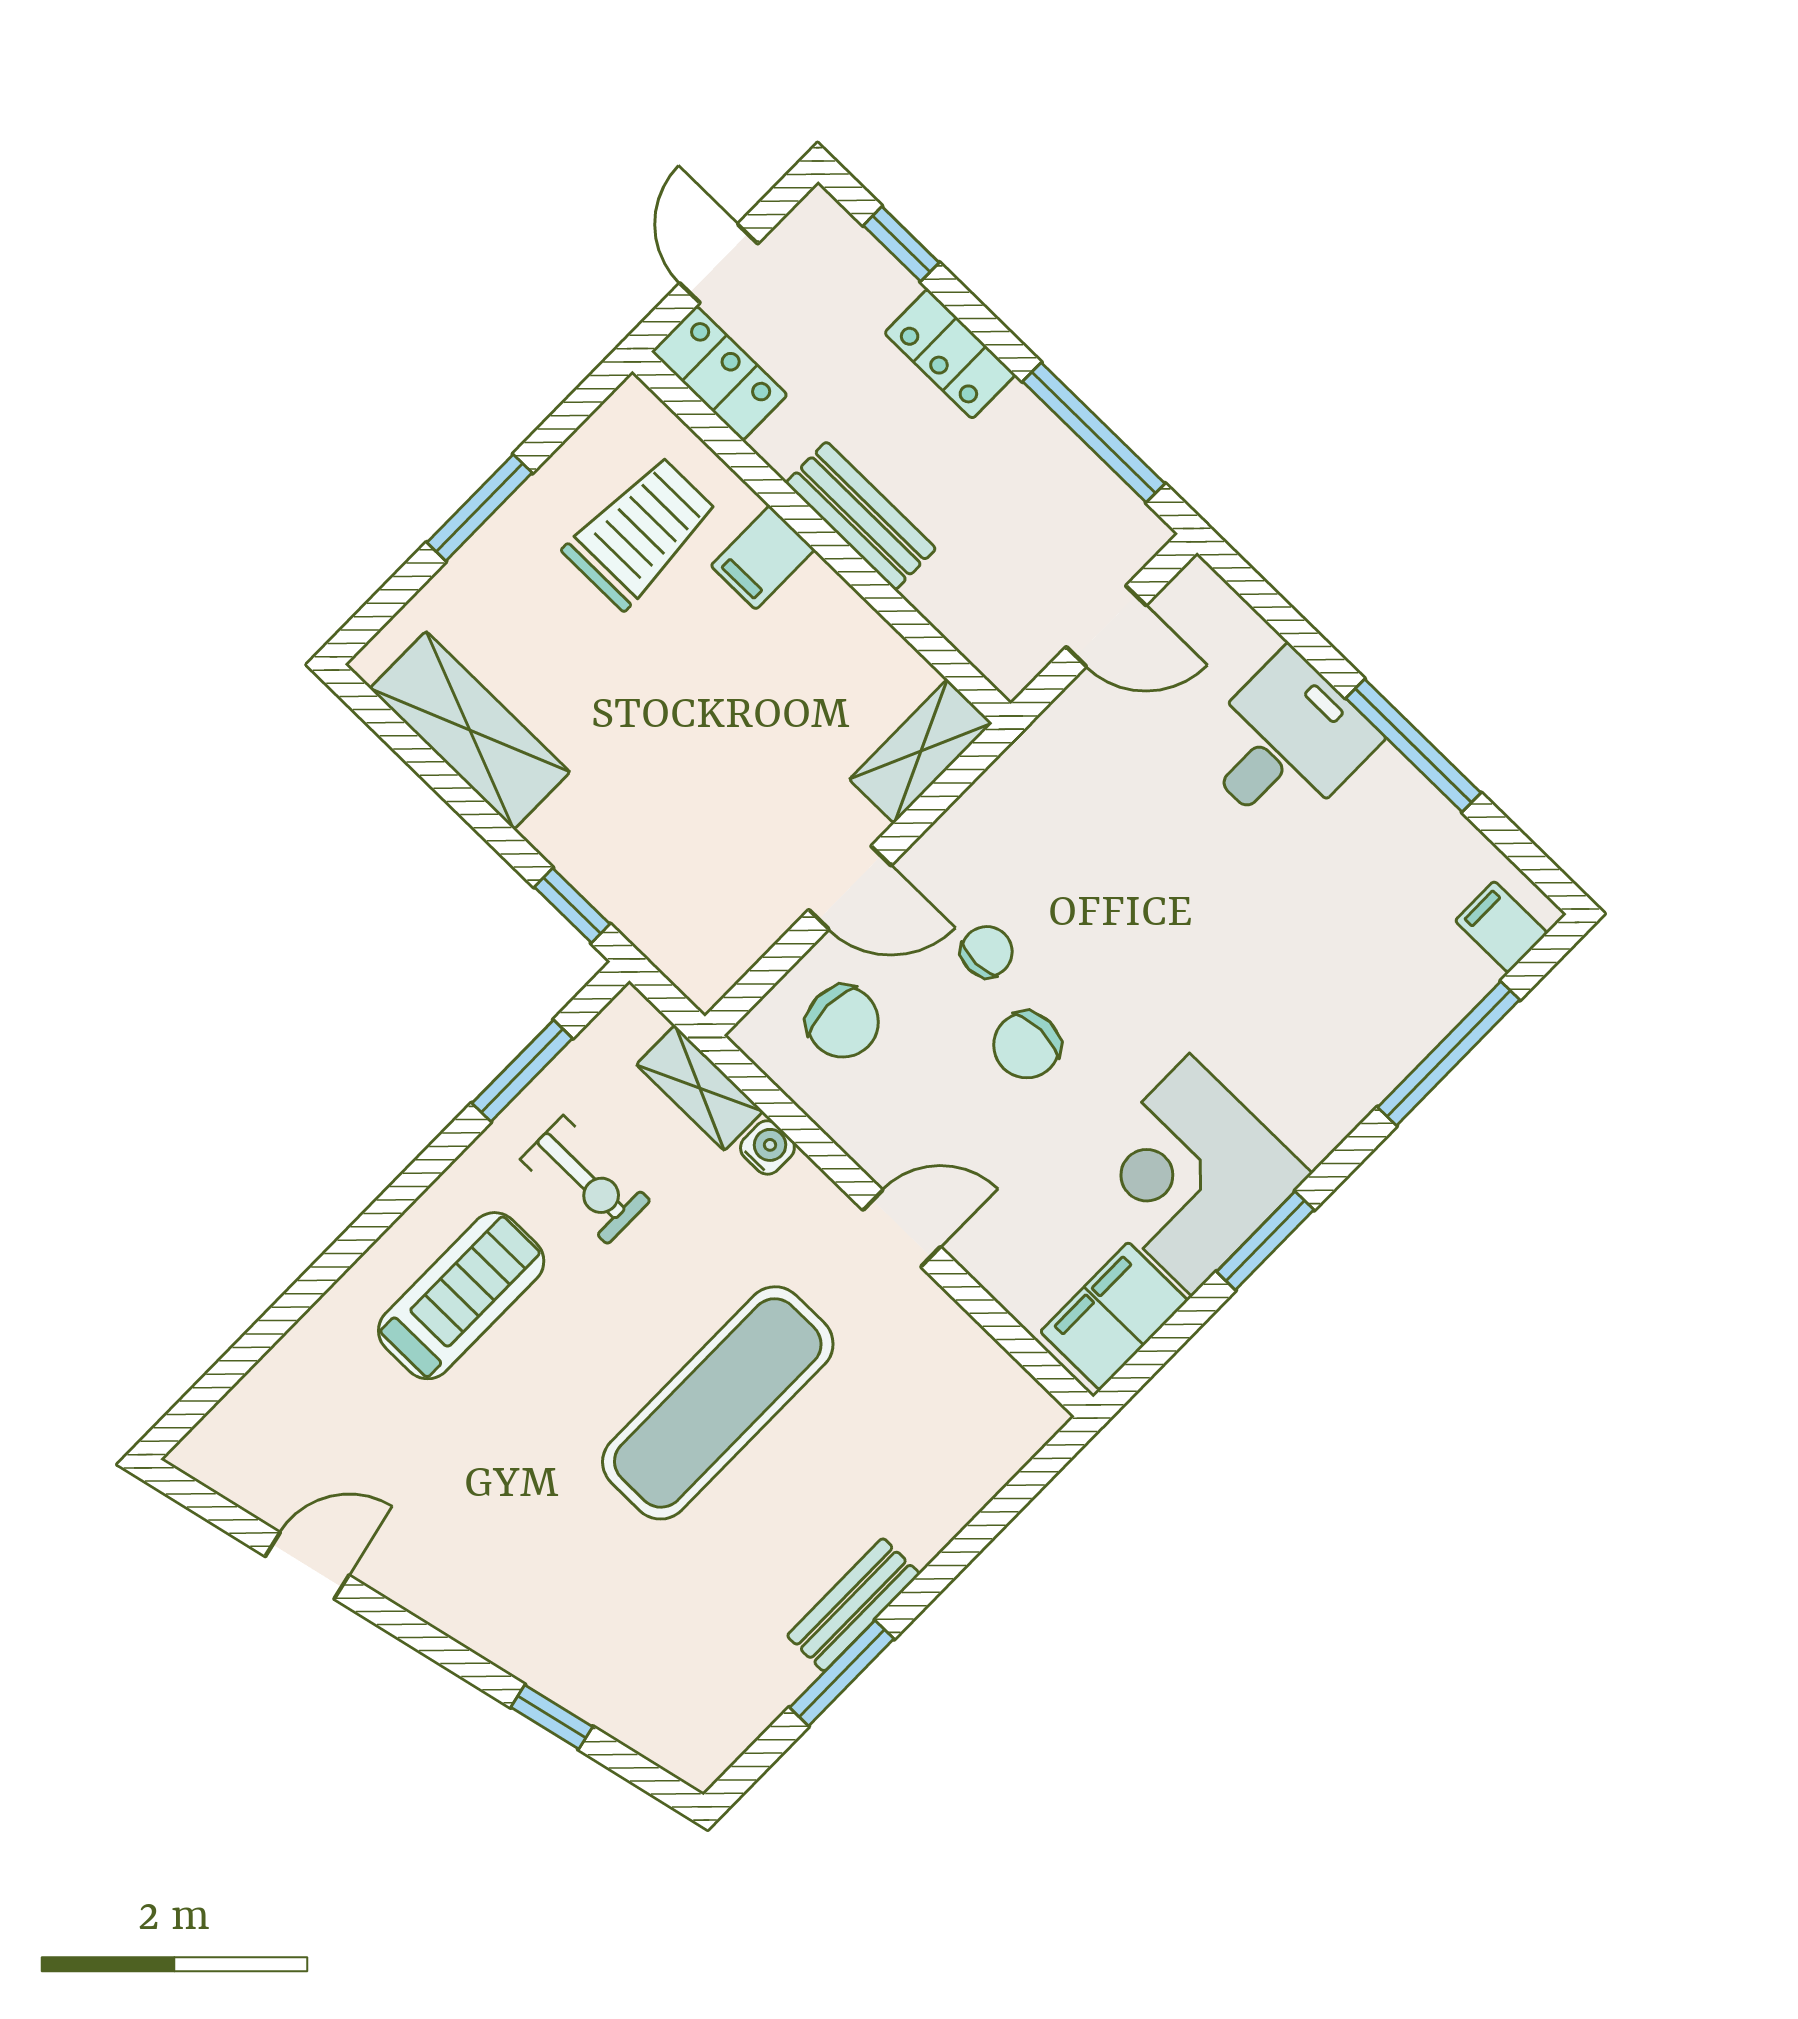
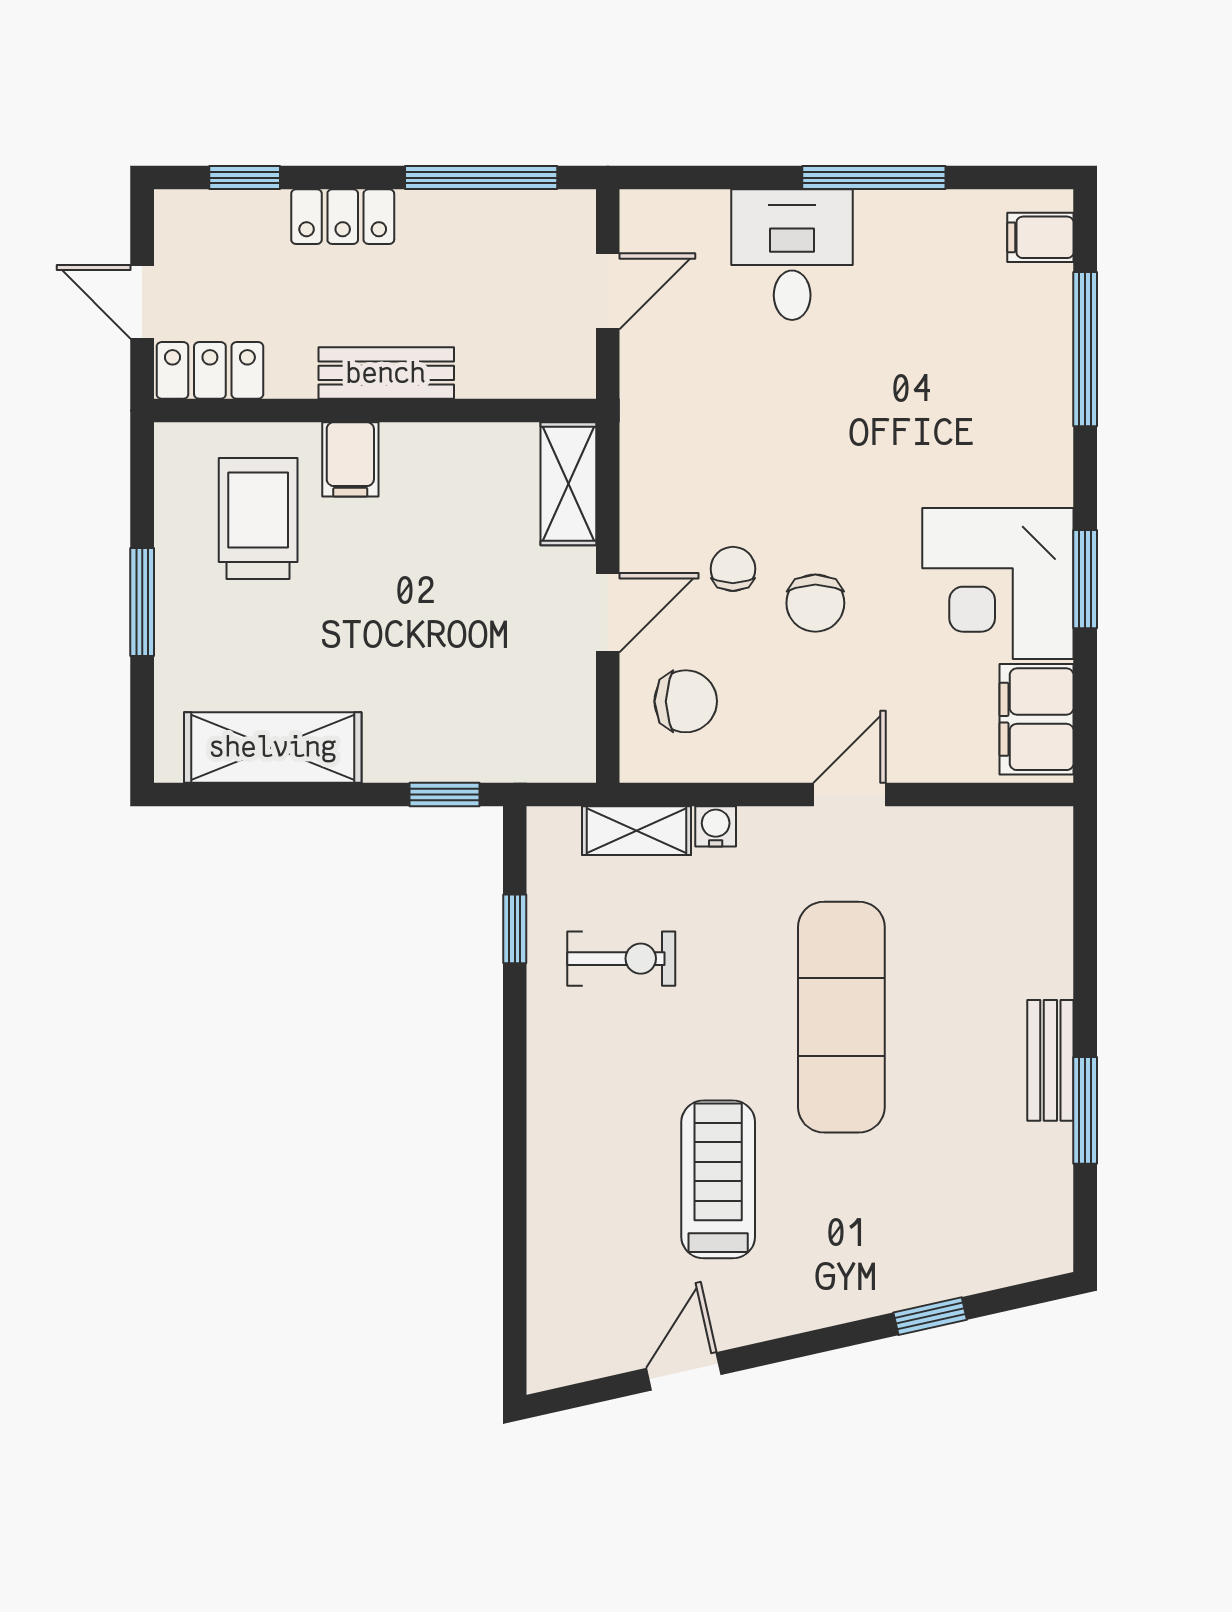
window: (522, 1071) -> (515, 929), width x0.67
treadmill: (461, 1296) -> (718, 1179), moved

